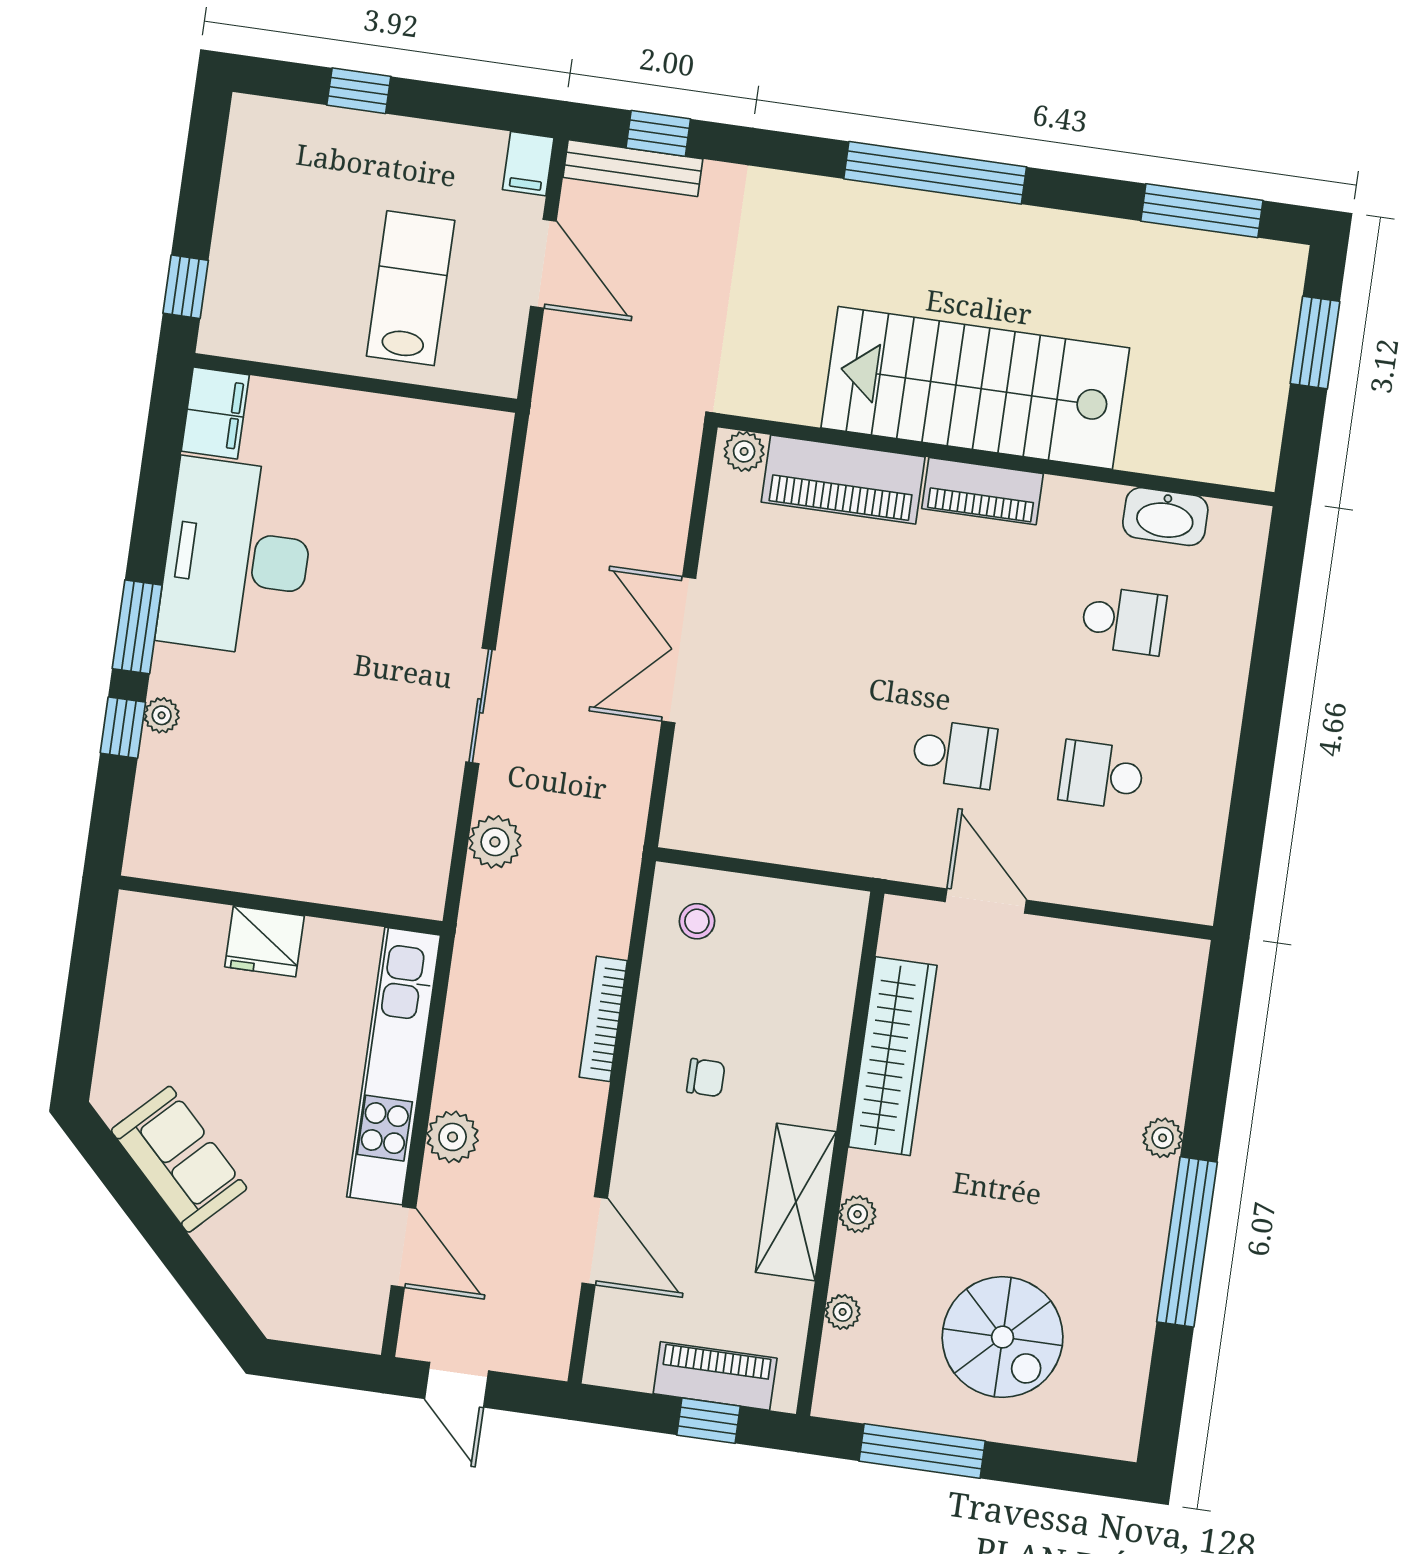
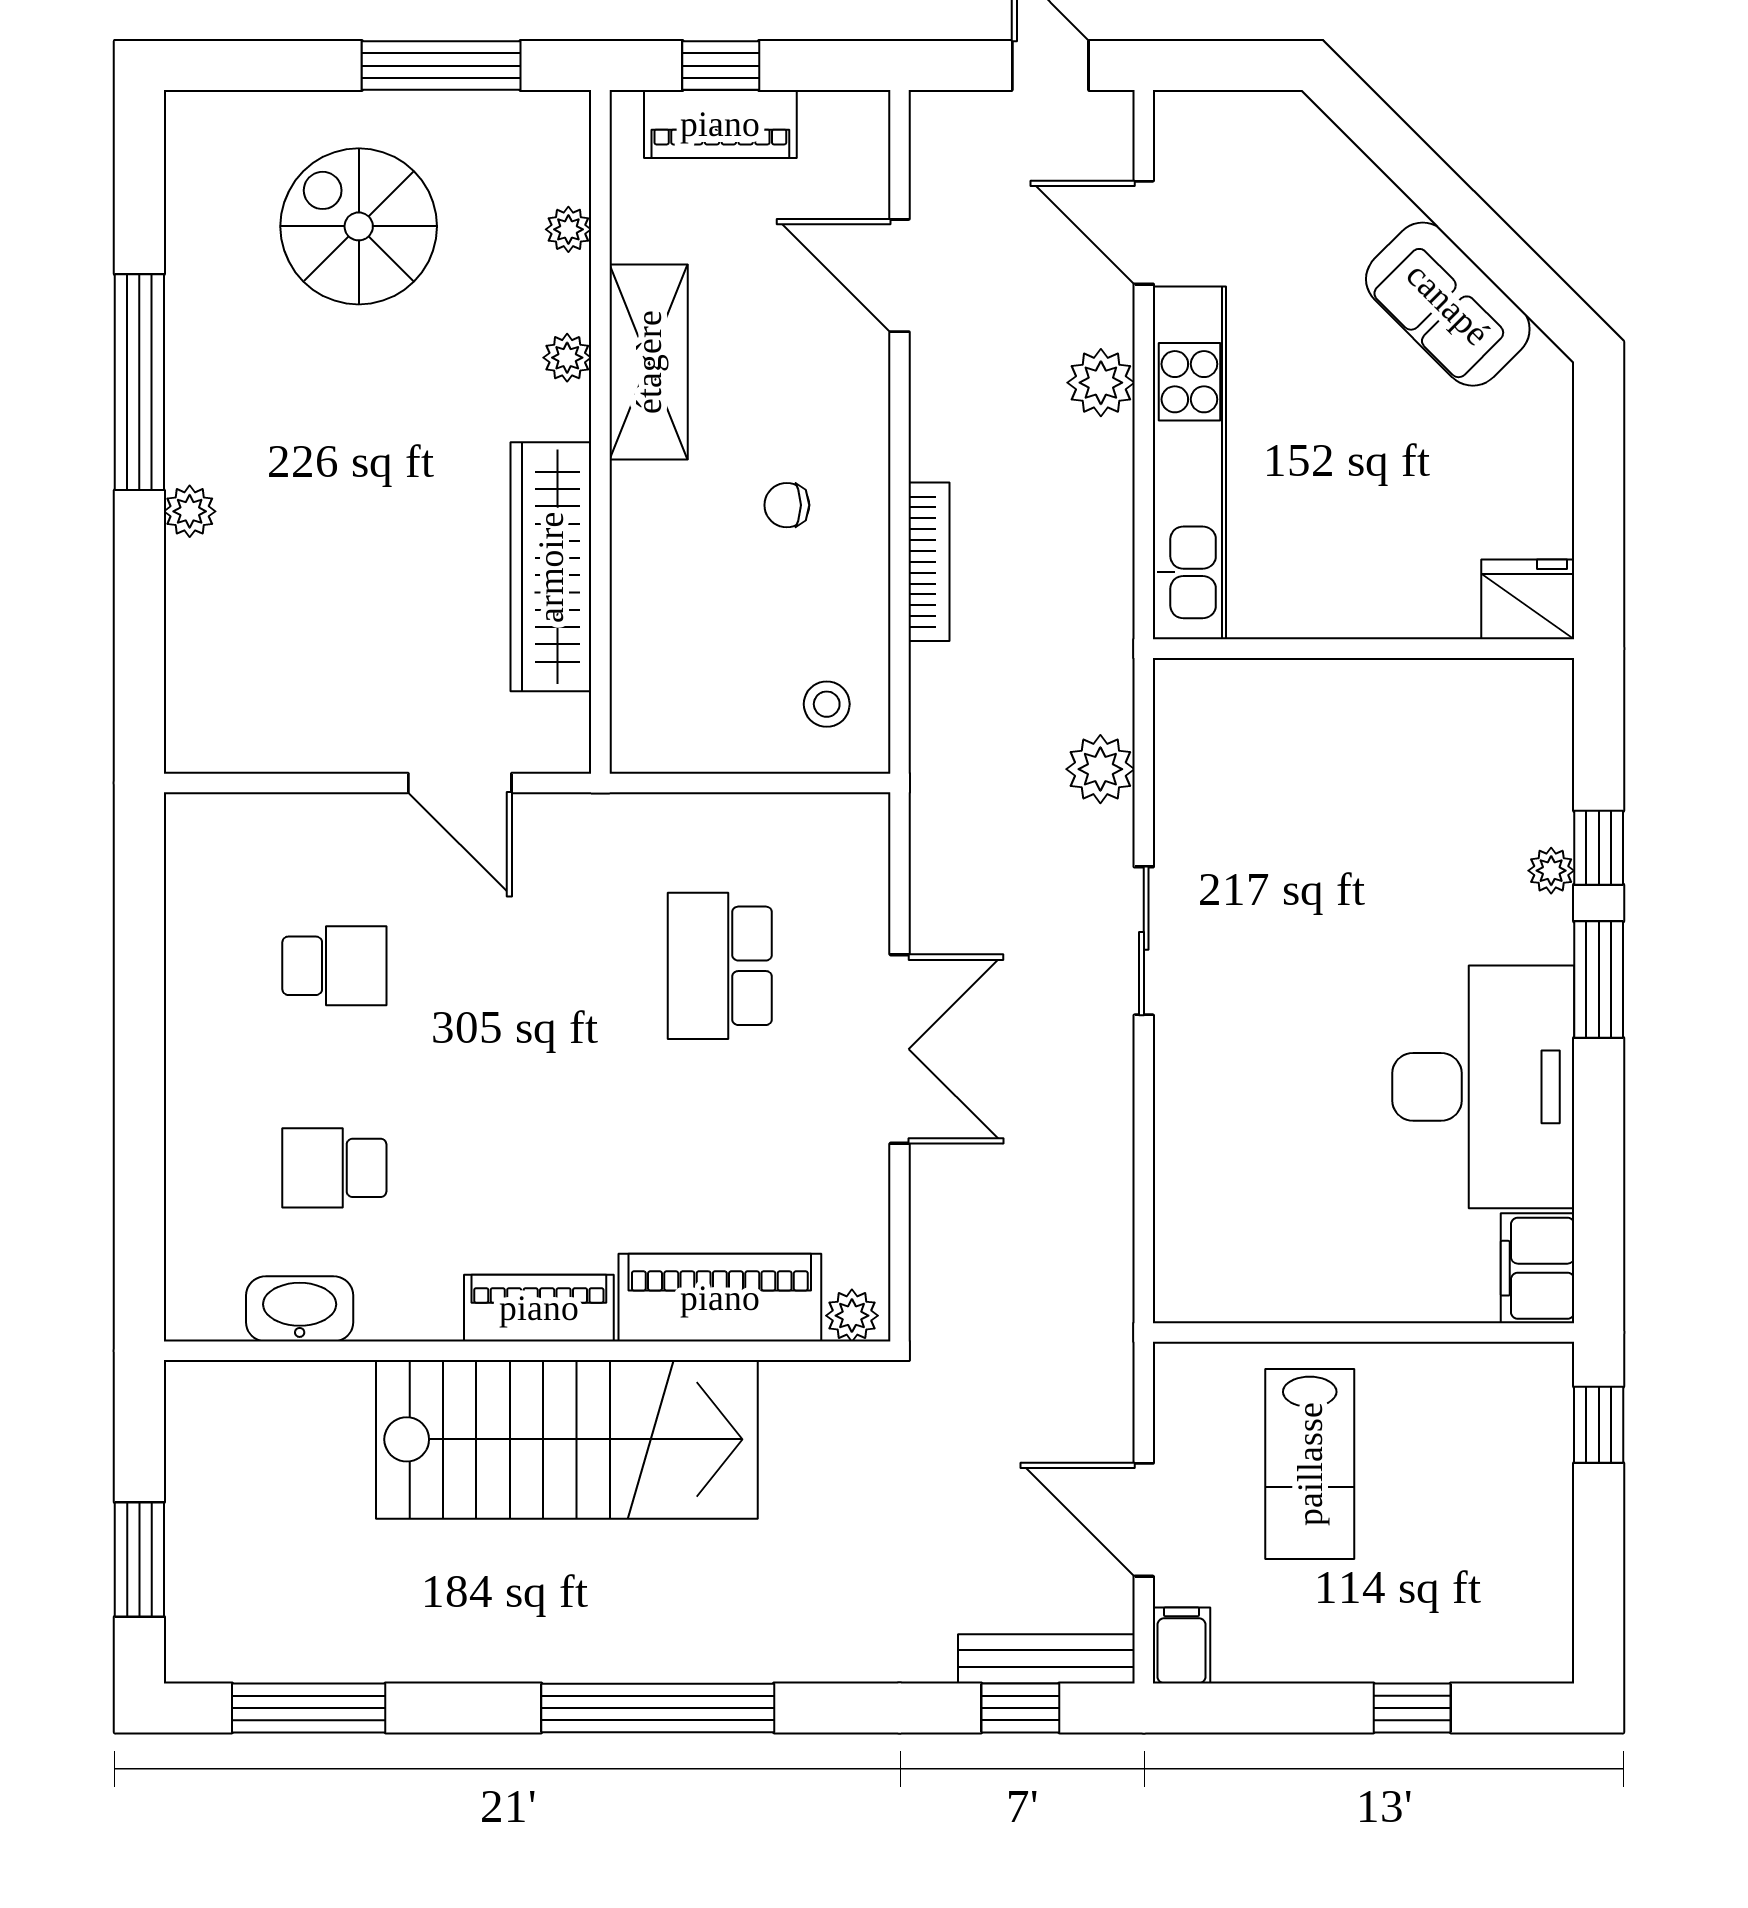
school desk: (954, 754) -> (720, 966), moved, width x1.85
fridge: (265, 941) -> (1528, 599), moved

